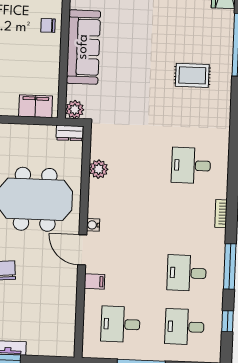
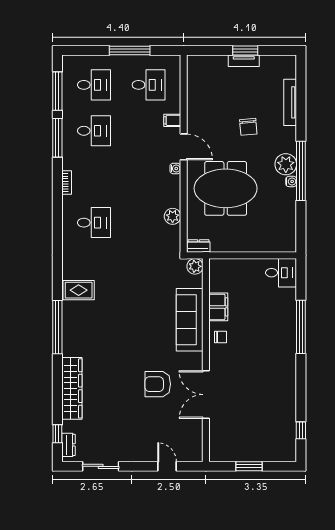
rug: (192, 75) -> (79, 290), moved
filing cabinet: (36, 106) -> (218, 307), moved, turned -90
window: (228, 321) -> (57, 91), width x2.17

